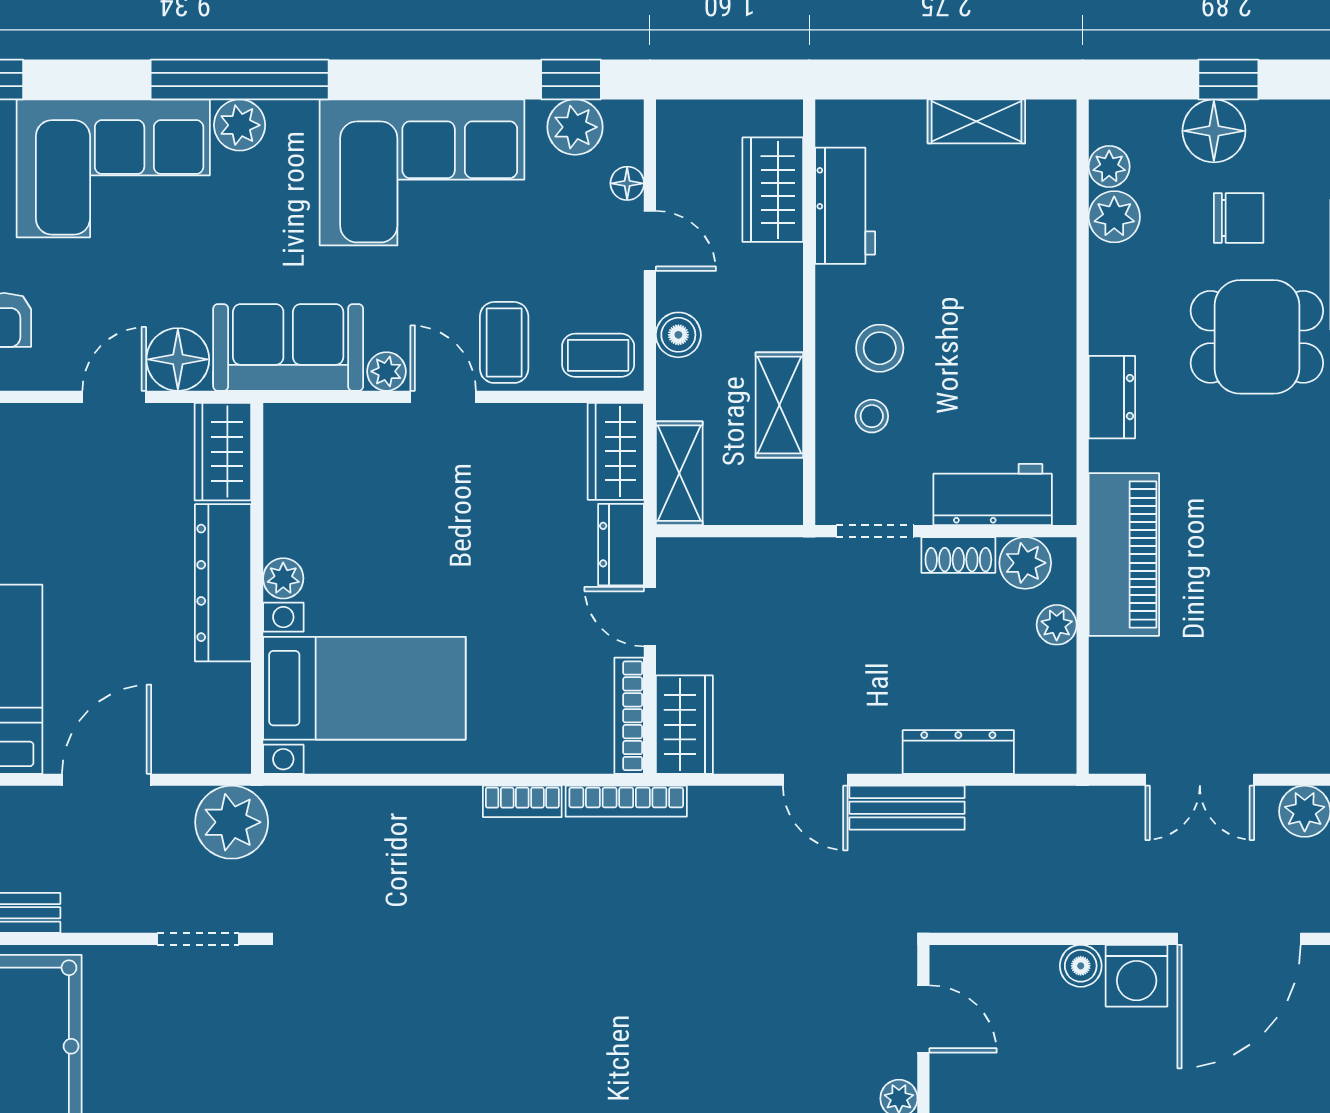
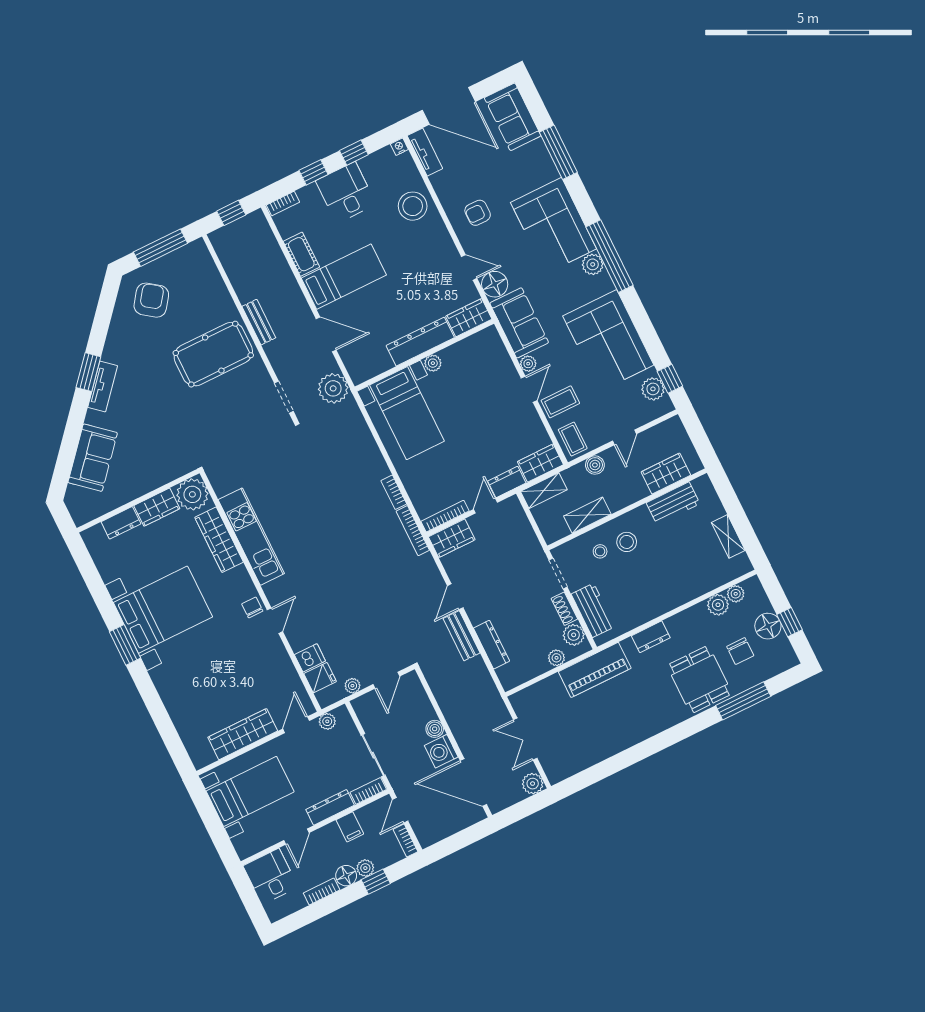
floor lamp: (627, 183) -> (642, 418), removed

